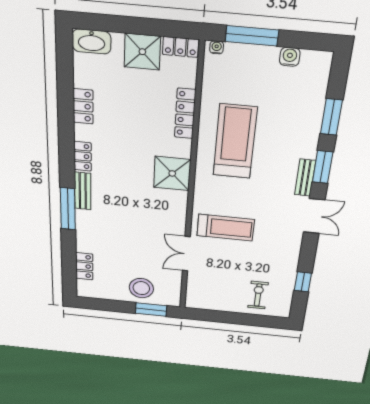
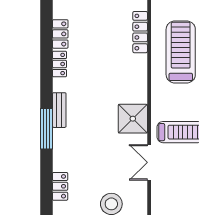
locker: (83, 156) -> (59, 64), moved
shower: (172, 173) -> (133, 119), moved

